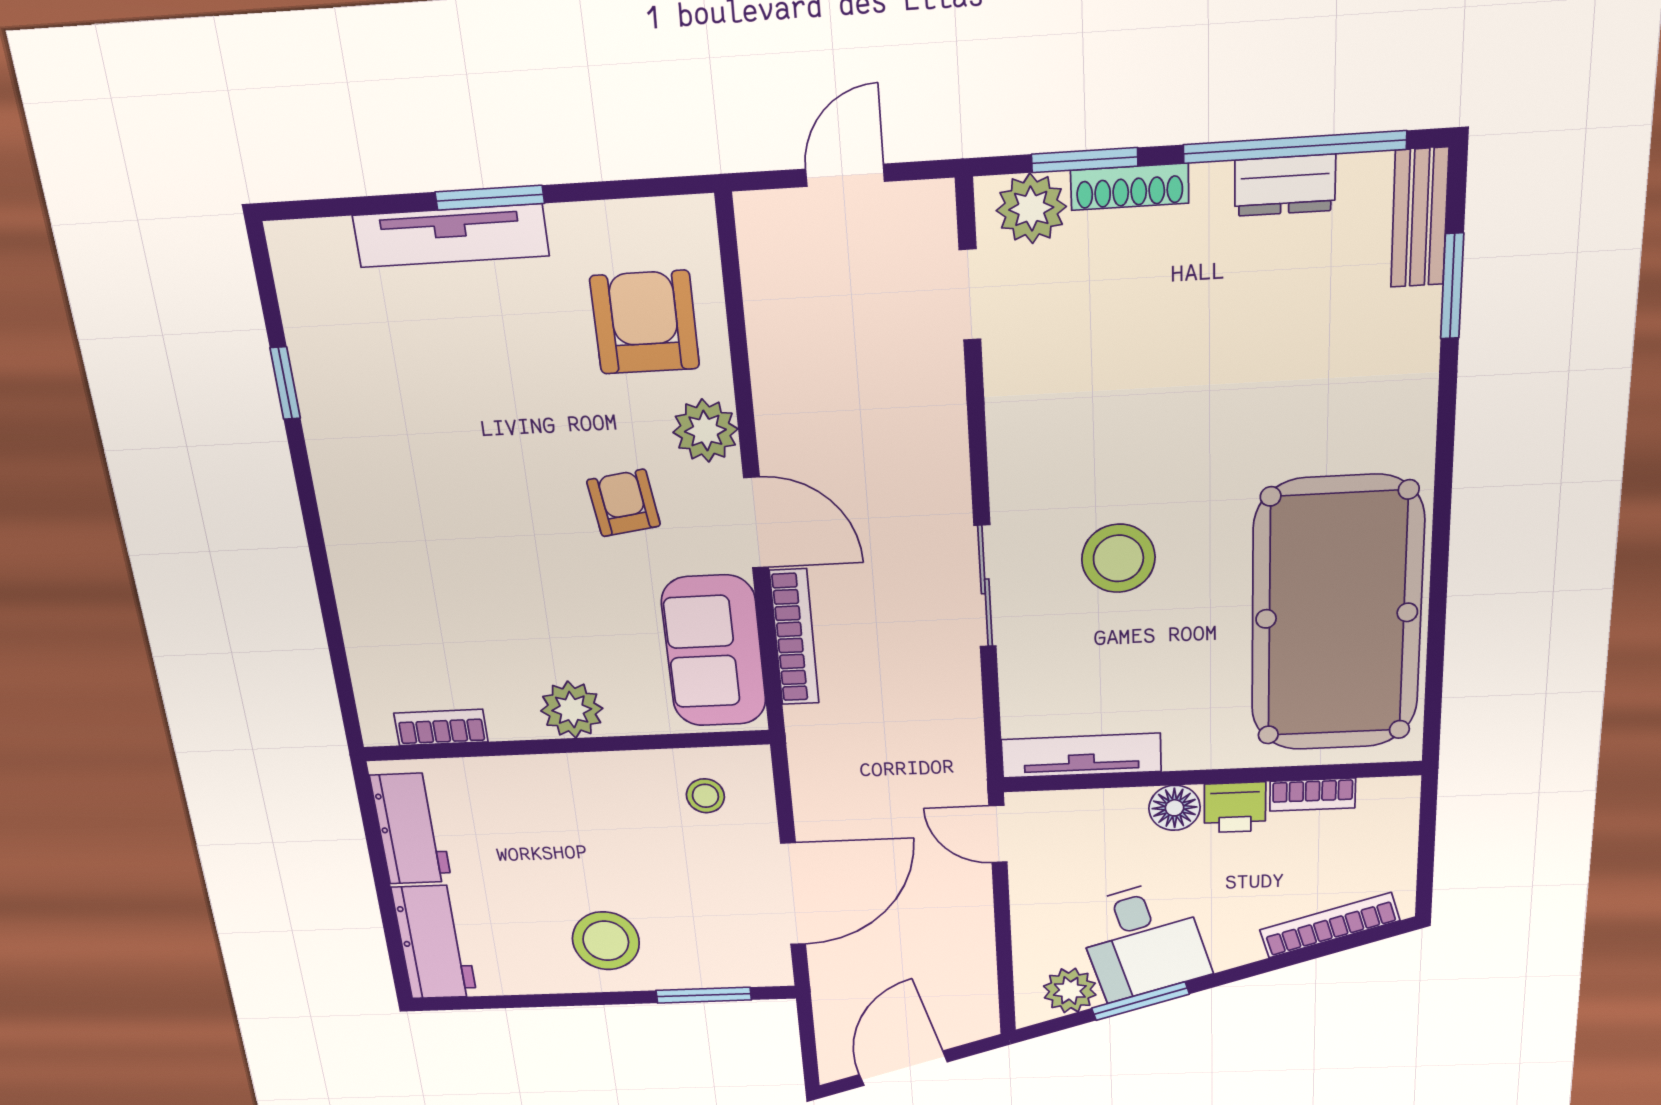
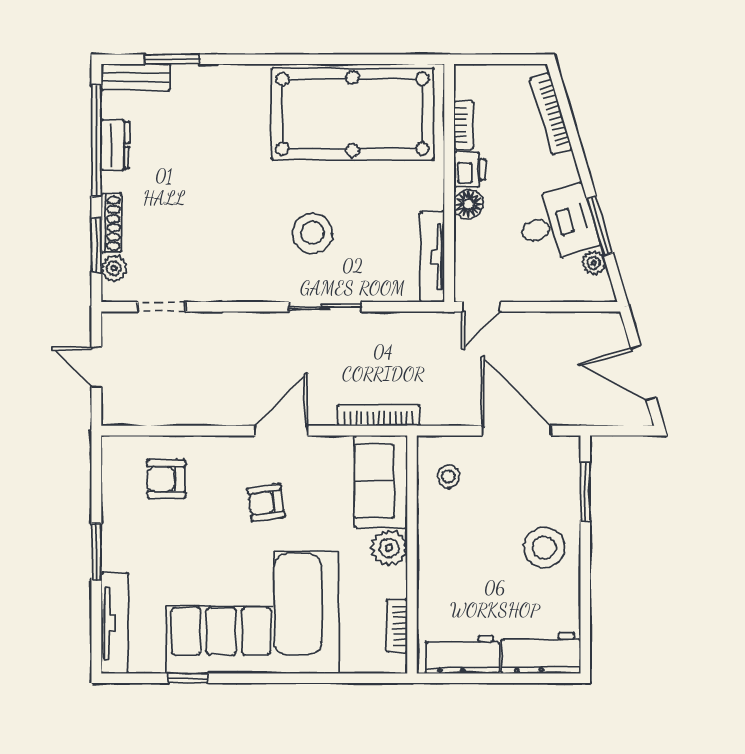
plant: (1031, 209) -> (114, 268), width x0.73, depth x0.73
tv unit: (451, 236) -> (115, 623), moved
armchair: (645, 322) -> (166, 479), width x0.72, depth x0.72
plant: (705, 431) -> (227, 453), removed
corner sofa: (424, 491) -> (253, 612), added
bookcase: (794, 637) -> (378, 415), moved
sofa: (714, 651) -> (381, 481), moved, turned 90
plant: (1070, 991) -> (594, 263), width x0.73, depth x0.73

